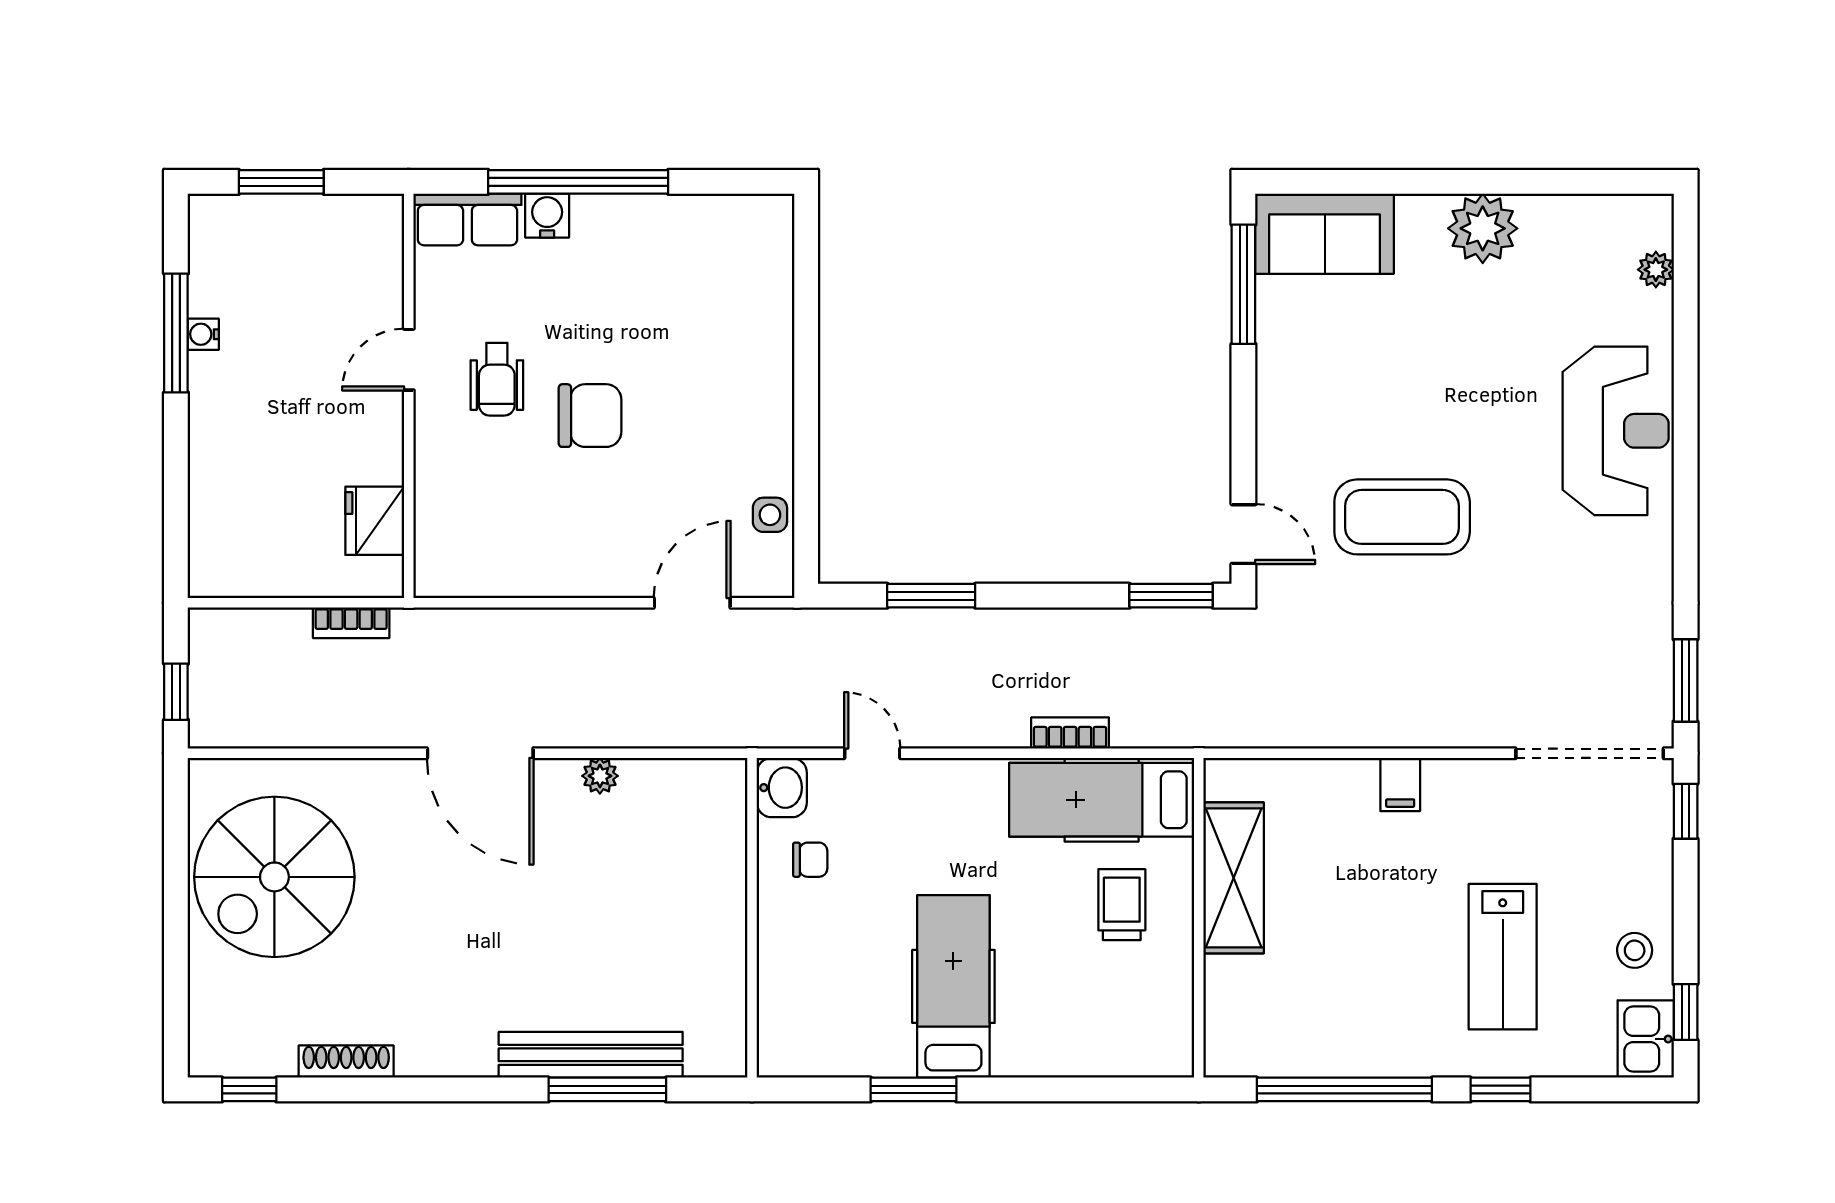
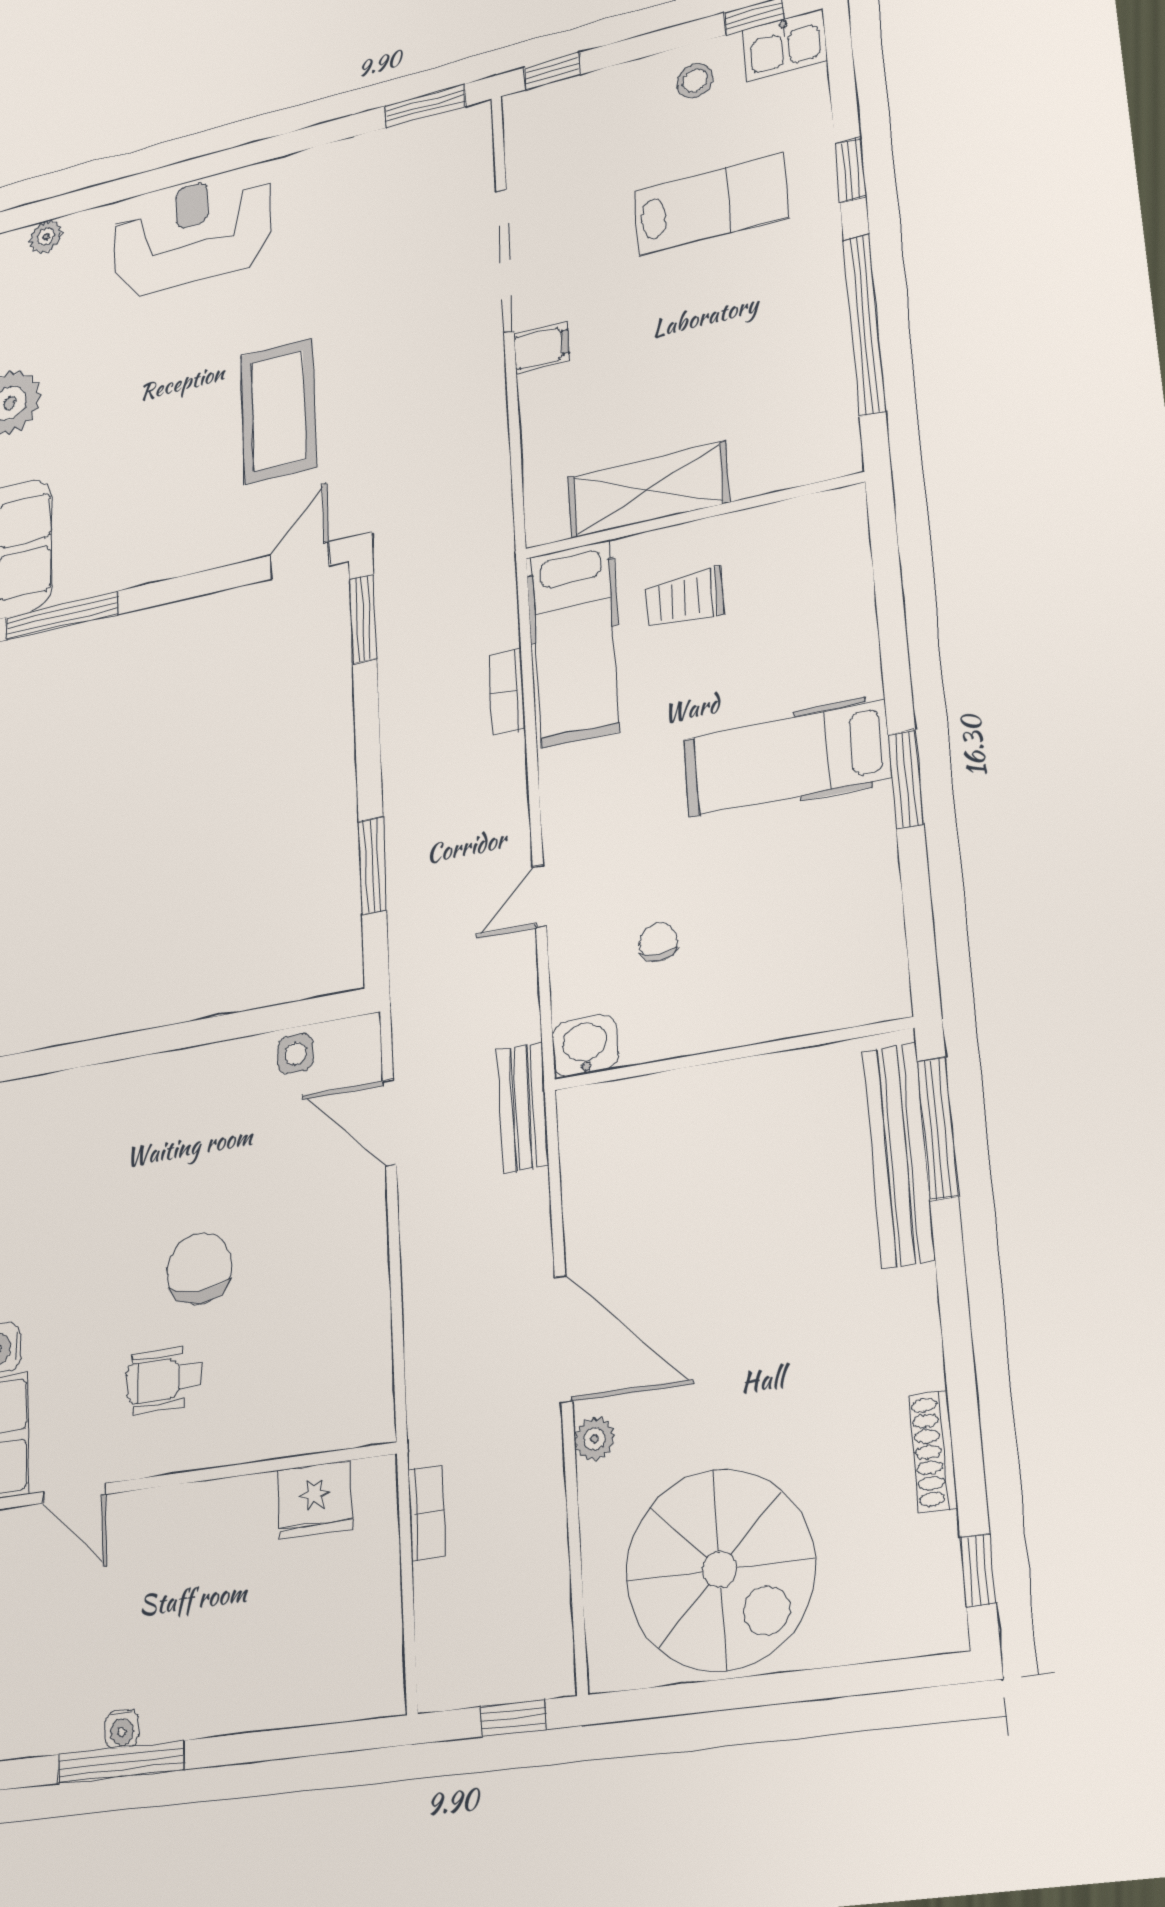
door: (409, 360) -> (74, 1493), moved
wheelchair: (497, 379) -> (164, 1380), turned 180
bench: (685, 728) -> (523, 1108), added
door: (480, 753) -> (563, 1339), hinge flipped
doorway: (1590, 753) -> (505, 261), moved
plant: (600, 776) -> (595, 1439), moved
washbasin: (782, 788) -> (585, 1046), moved
wall: (752, 918) -> (731, 1054), moved

